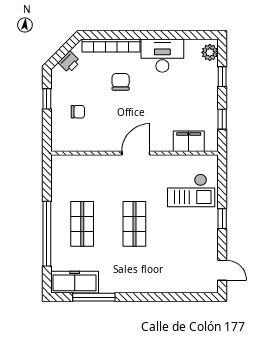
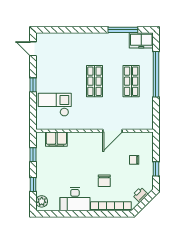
door: (136, 153) -> (113, 131), moved
freezer: (75, 282) -> (141, 40), width x0.71

